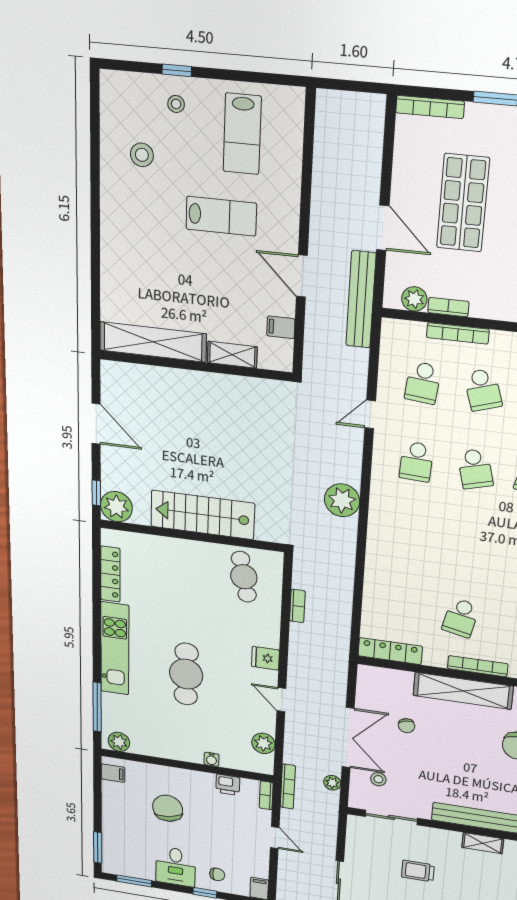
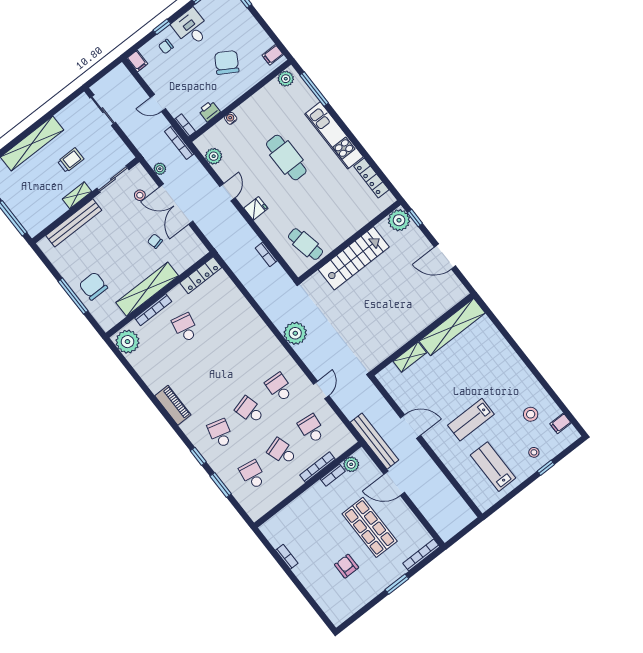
filing cabinet: (281, 327) -> (560, 423), moved, turned 180
door: (281, 700) -> (227, 192), hinge flipped
chair: (168, 808) -> (227, 62), turned -139
shelving: (483, 843) -> (77, 195), moved

